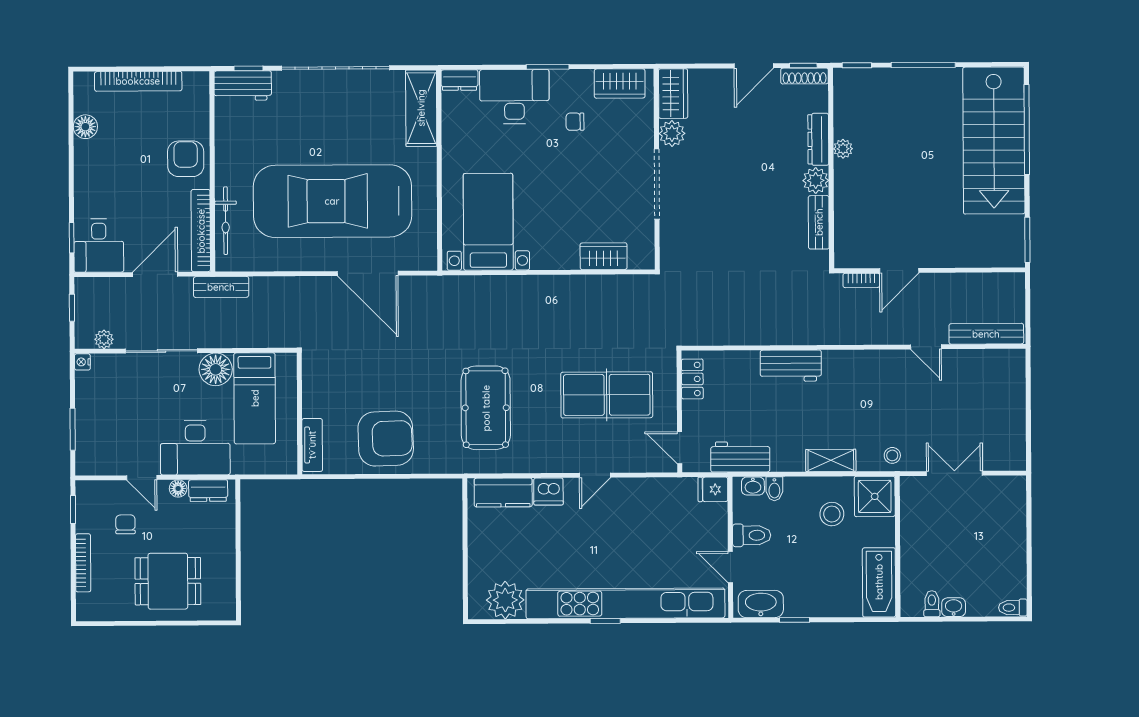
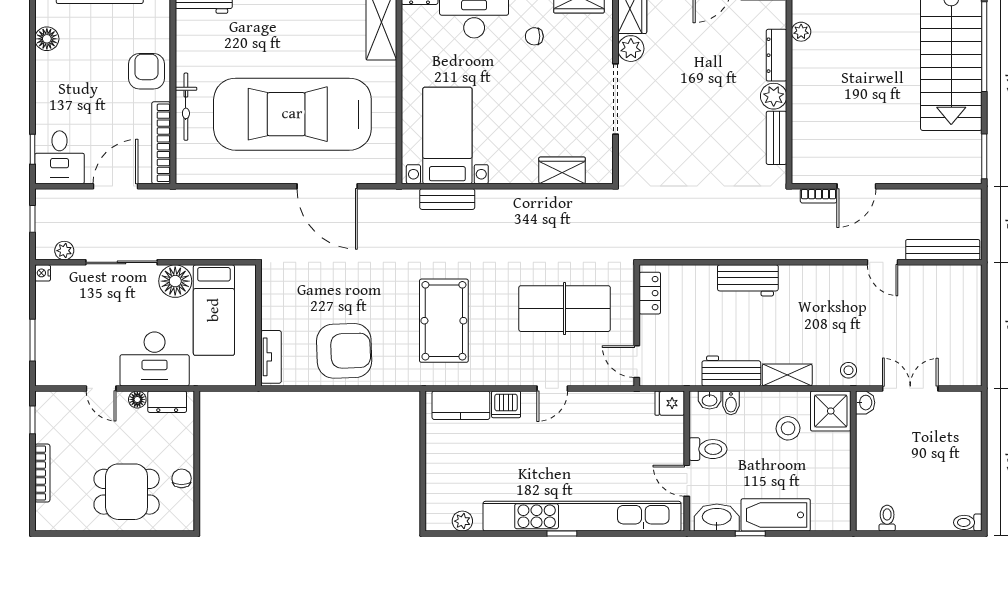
plant: (843, 149) -> (801, 32), moved
bicycle: (226, 221) -> (186, 107), moved
bench: (221, 287) -> (447, 199), moved
workbench: (740, 457) -> (731, 371), moved
chair: (125, 524) -> (182, 478), moved
bathtub: (879, 582) -> (776, 515), moved, turned 90
plant: (505, 600) -> (462, 521), width x0.53, depth x0.53
washbasin: (954, 607) -> (865, 403), moved, turned 90

